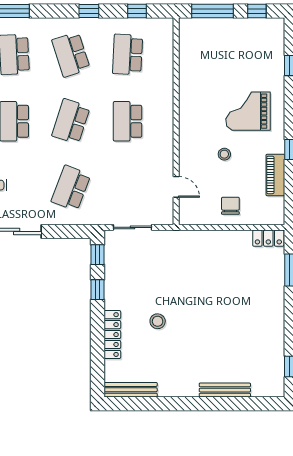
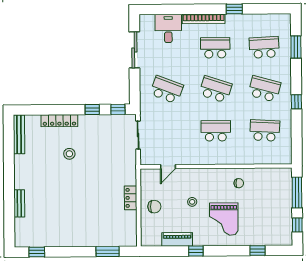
window: (137, 11) -> (297, 137), removed
school desk: (71, 54) -> (264, 89), turned 33
chair: (199, 90) -> (239, 183), added
grand piano: (248, 111) -> (224, 219), turned 180
locker: (268, 238) -> (131, 198), moved
bench: (225, 390) -> (19, 203), width x0.73

